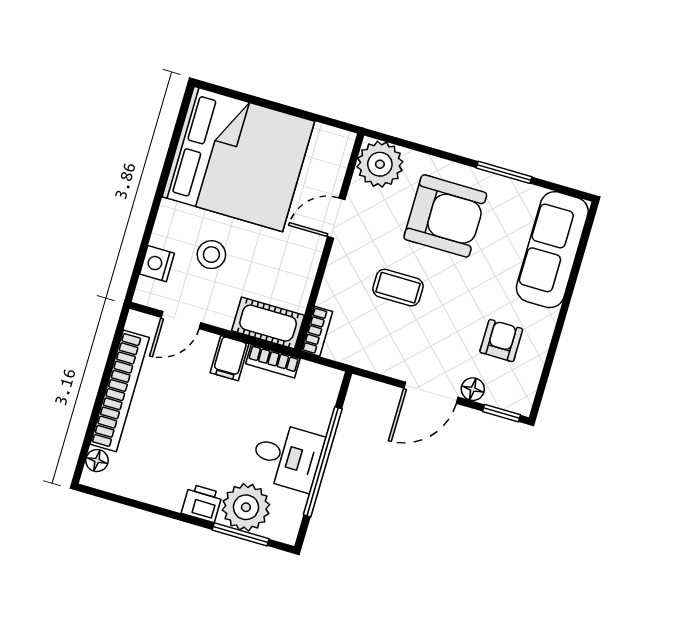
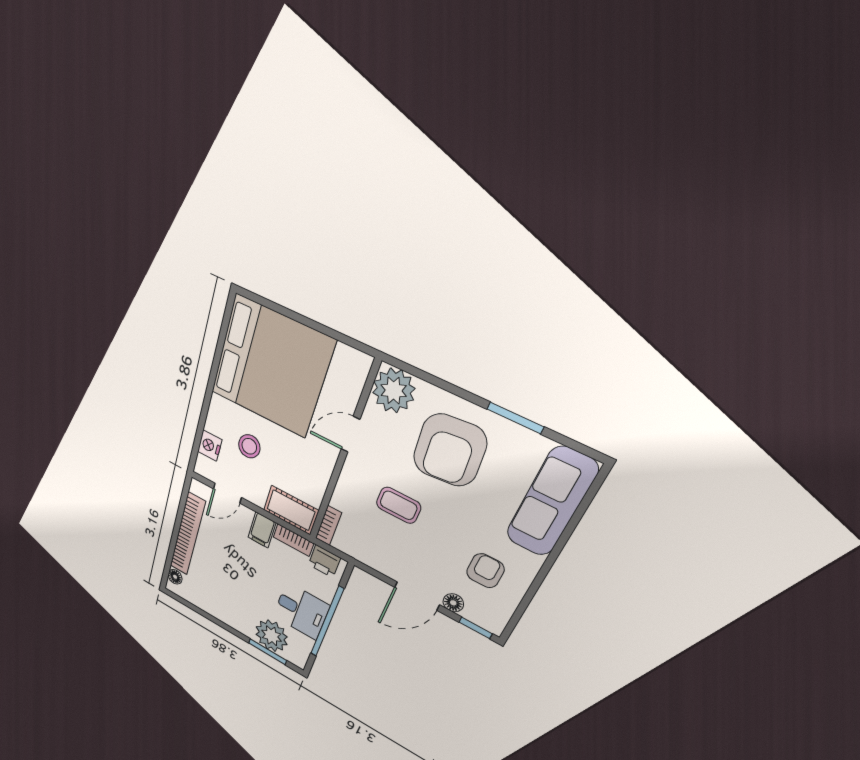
armchair: (445, 216) -> (450, 450), turned 85
printer: (202, 503) -> (324, 561), moved, turned 180

